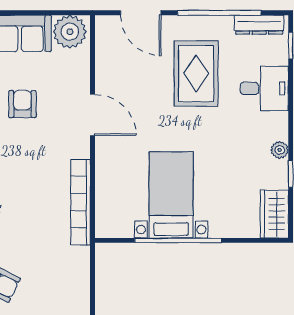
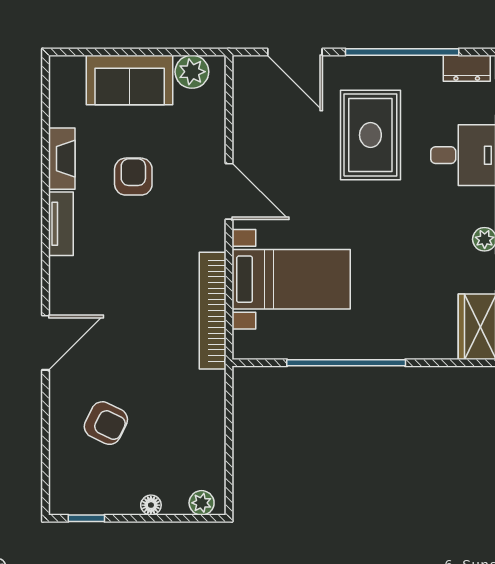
dresser: (259, 25) -> (467, 68), width x0.70
plant: (70, 32) -> (192, 72), width x0.73, depth x0.73
bed with nightstands: (171, 195) -> (291, 279), moved, turned 90

